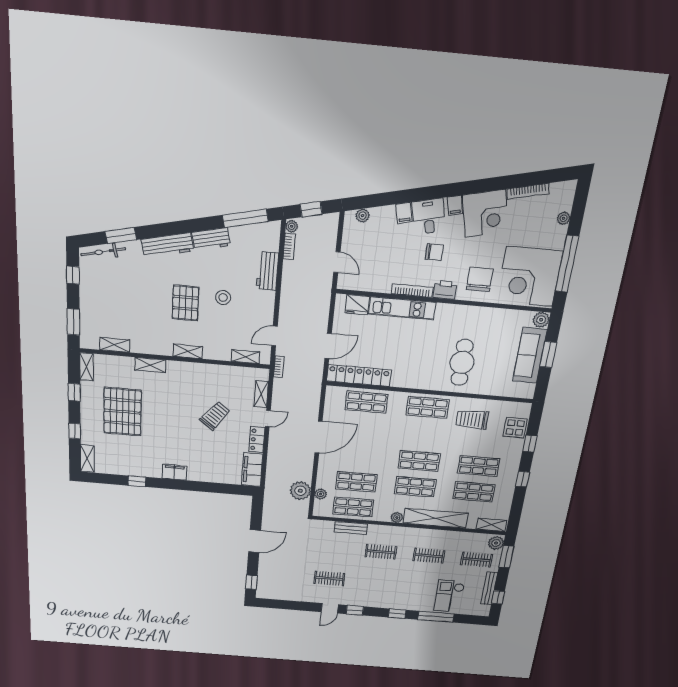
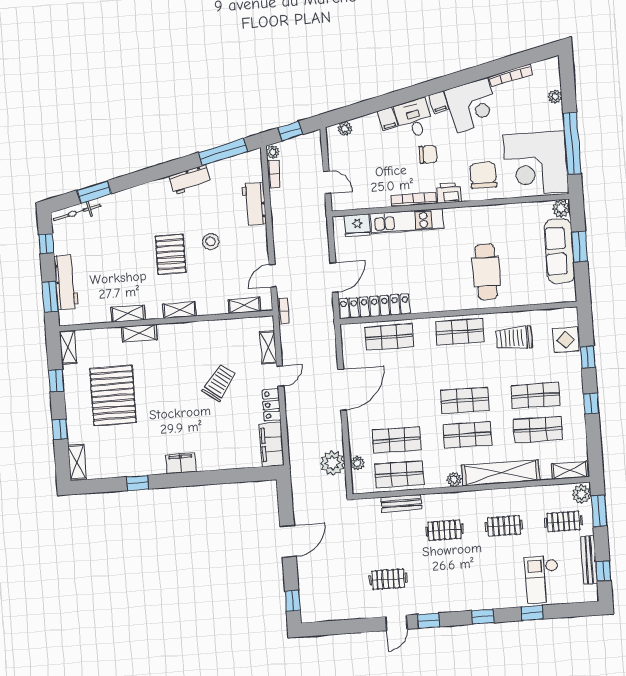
workbench: (167, 245) -> (66, 282), moved, turned -77
shelving: (115, 345) -> (128, 314), moved
window: (436, 617) -> (532, 613), width x0.46

